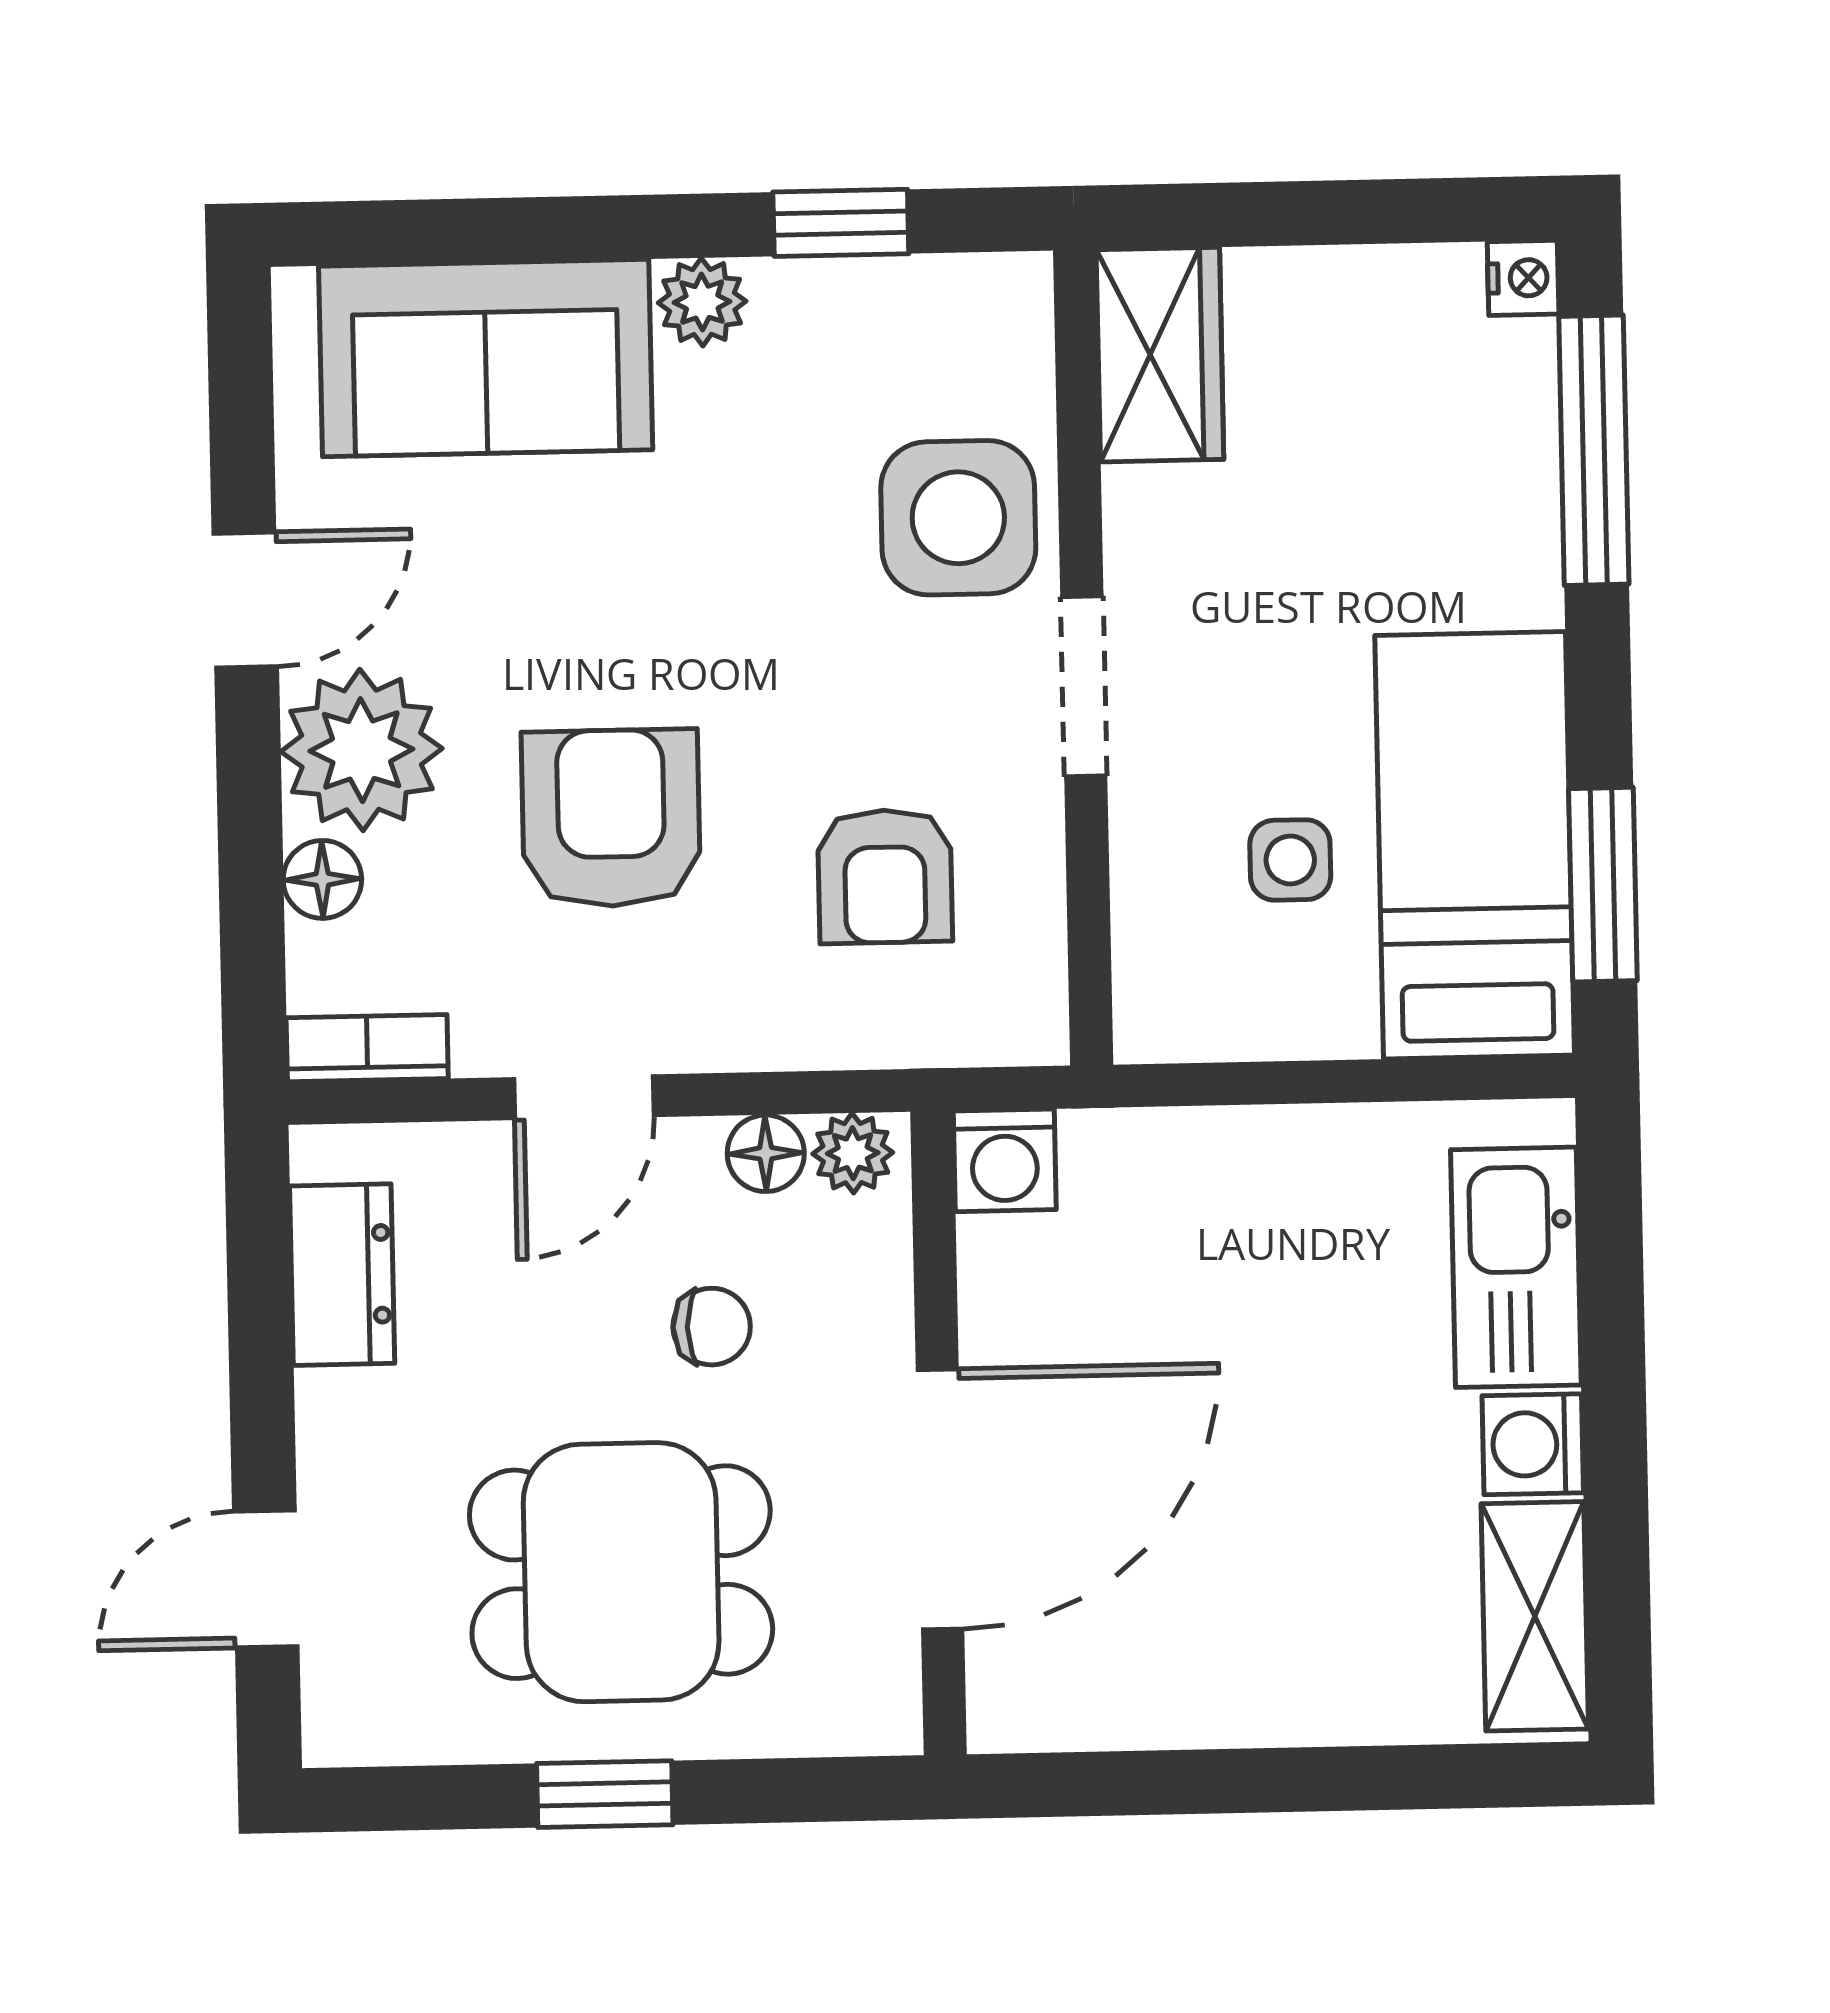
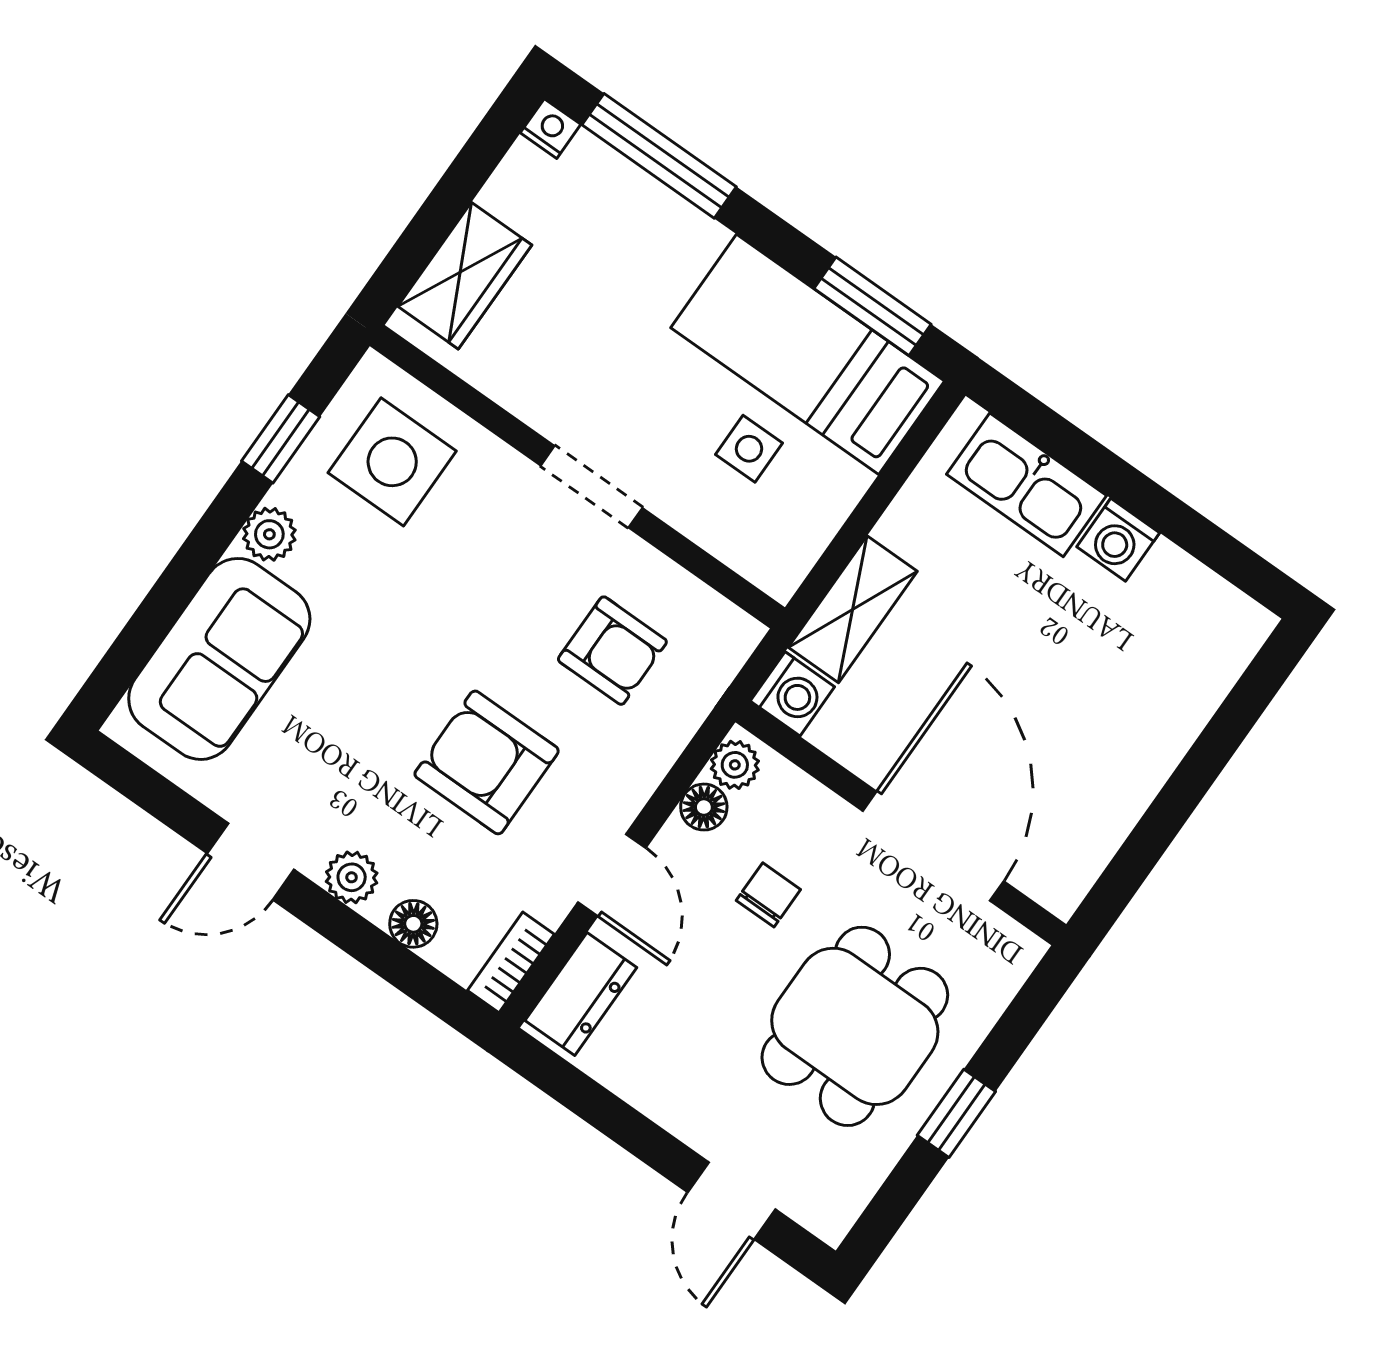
wardrobe: (1160, 355) -> (465, 276), moved, turned 90
side table: (958, 518) -> (392, 462), moved
door: (245, 600) -> (251, 861), swing flipped
plant: (361, 750) -> (352, 877), width x0.53, depth x0.53
dresser: (342, 1275) -> (581, 994), moved, turned 90
shelving: (1535, 1616) -> (853, 609), moved, turned 90

